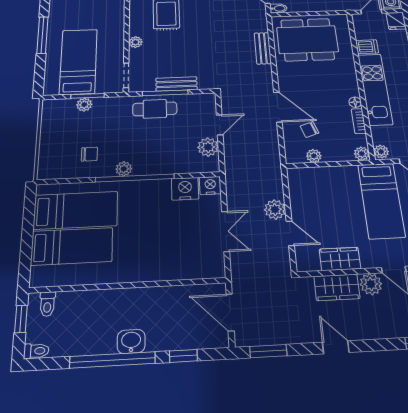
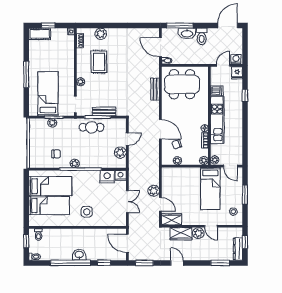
side table: (147, 254) -> (87, 212), added
wardrobe: (340, 259) -> (172, 219), moved

